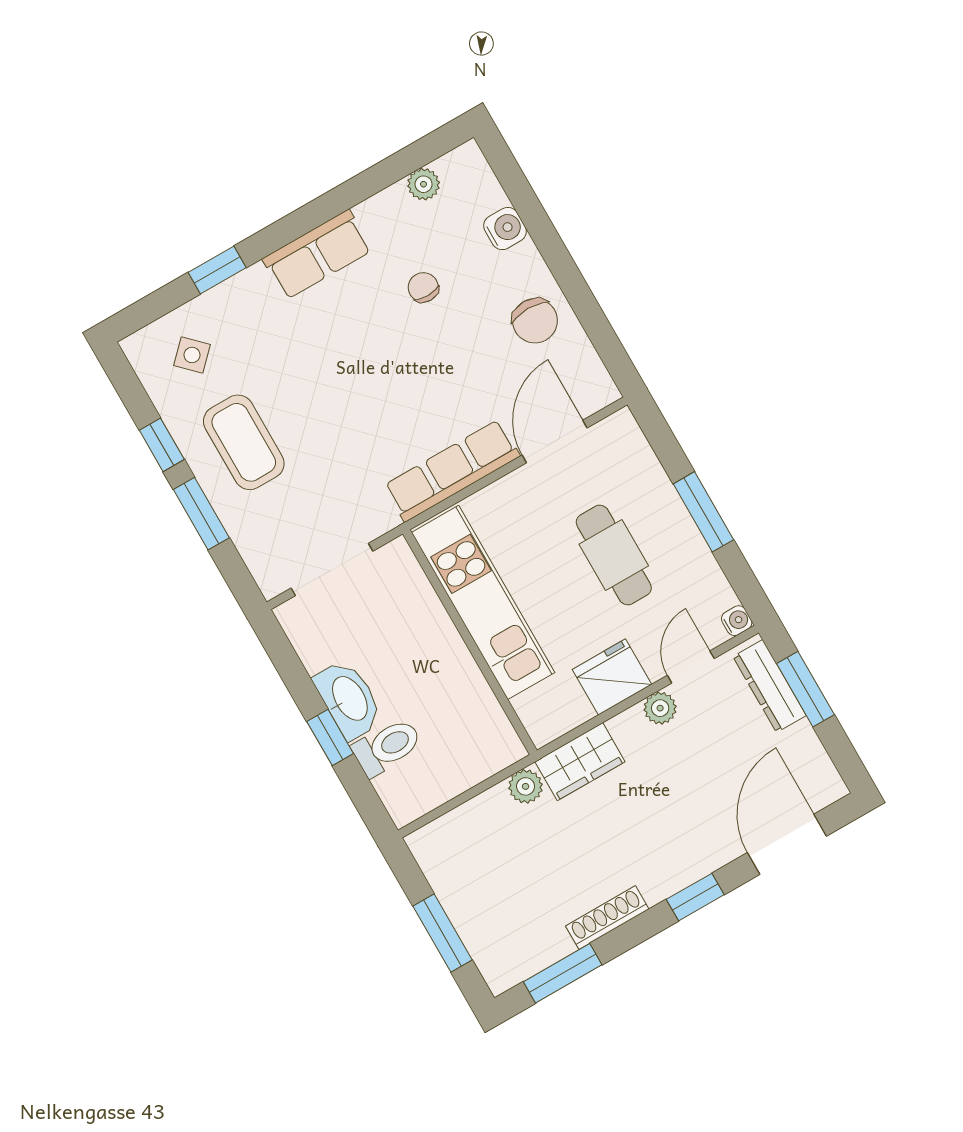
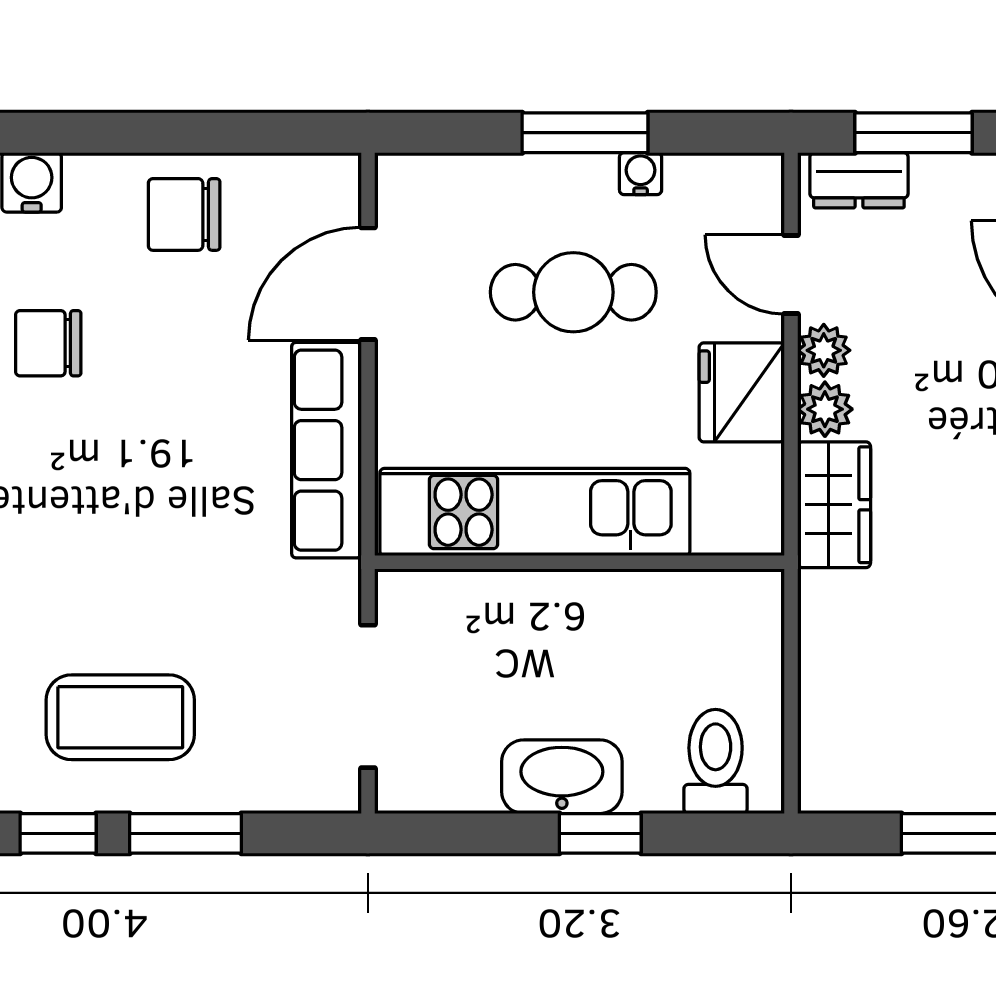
chair: (423, 287) -> (48, 343), width x1.37, depth x1.37
chair: (535, 321) -> (184, 214), turned 180
door: (555, 441) -> (368, 284), hinge flipped
water cooler: (737, 621) -> (641, 174), moved
dresser: (770, 686) -> (859, 180), width x0.70
toilet: (387, 747) -> (716, 761), moved
plant: (526, 786) -> (825, 409), moved

